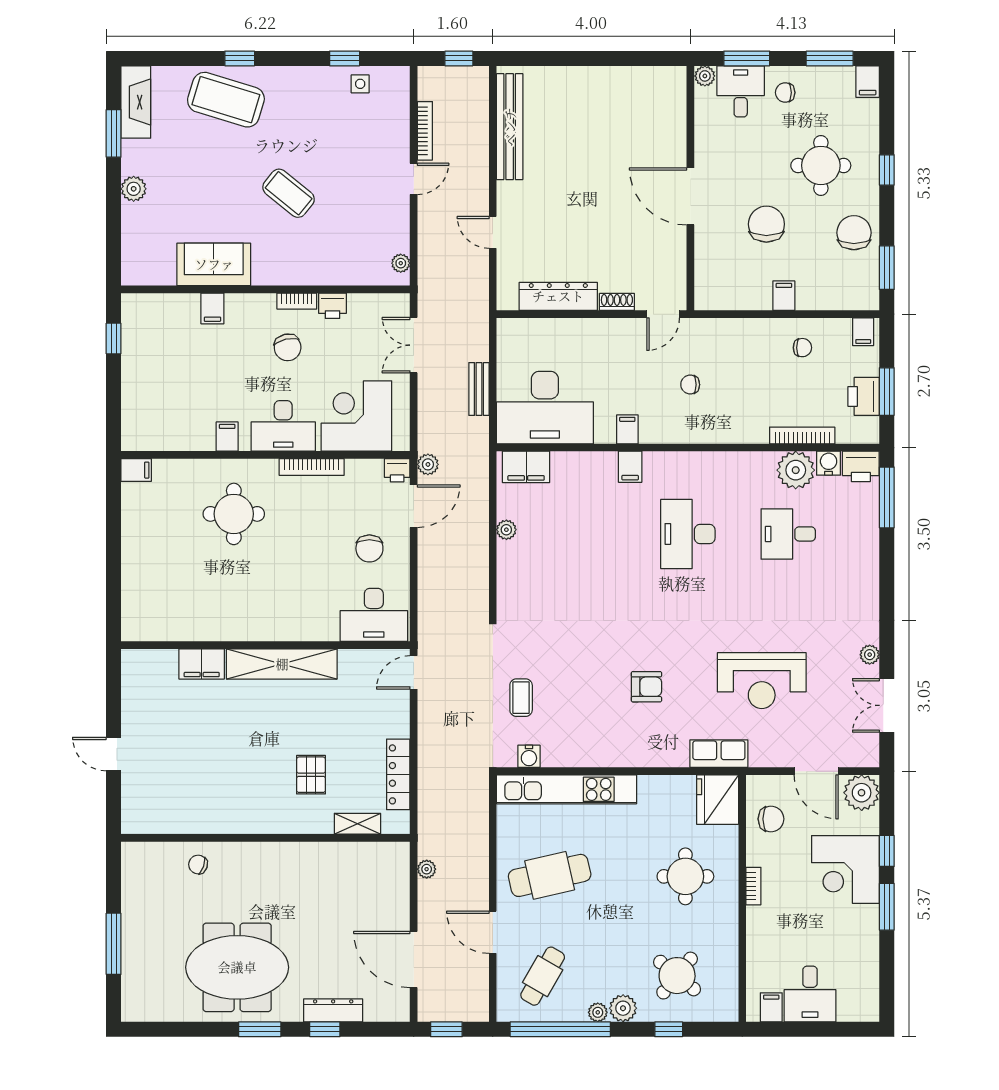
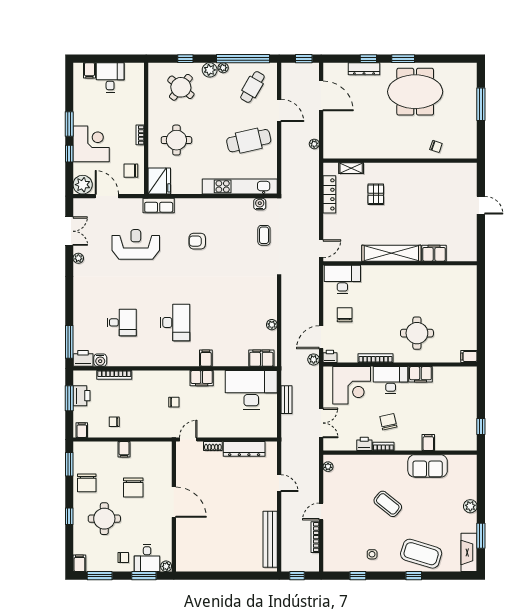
side table: (360, 84) -> (372, 554), moved
filing cabinet: (627, 429) -> (202, 378), width x2.00
filing cabinet: (227, 437) -> (420, 374), width x2.00
plant: (796, 470) -> (118, 356), removed
filing cabinet: (771, 1007) -> (89, 70), moved

